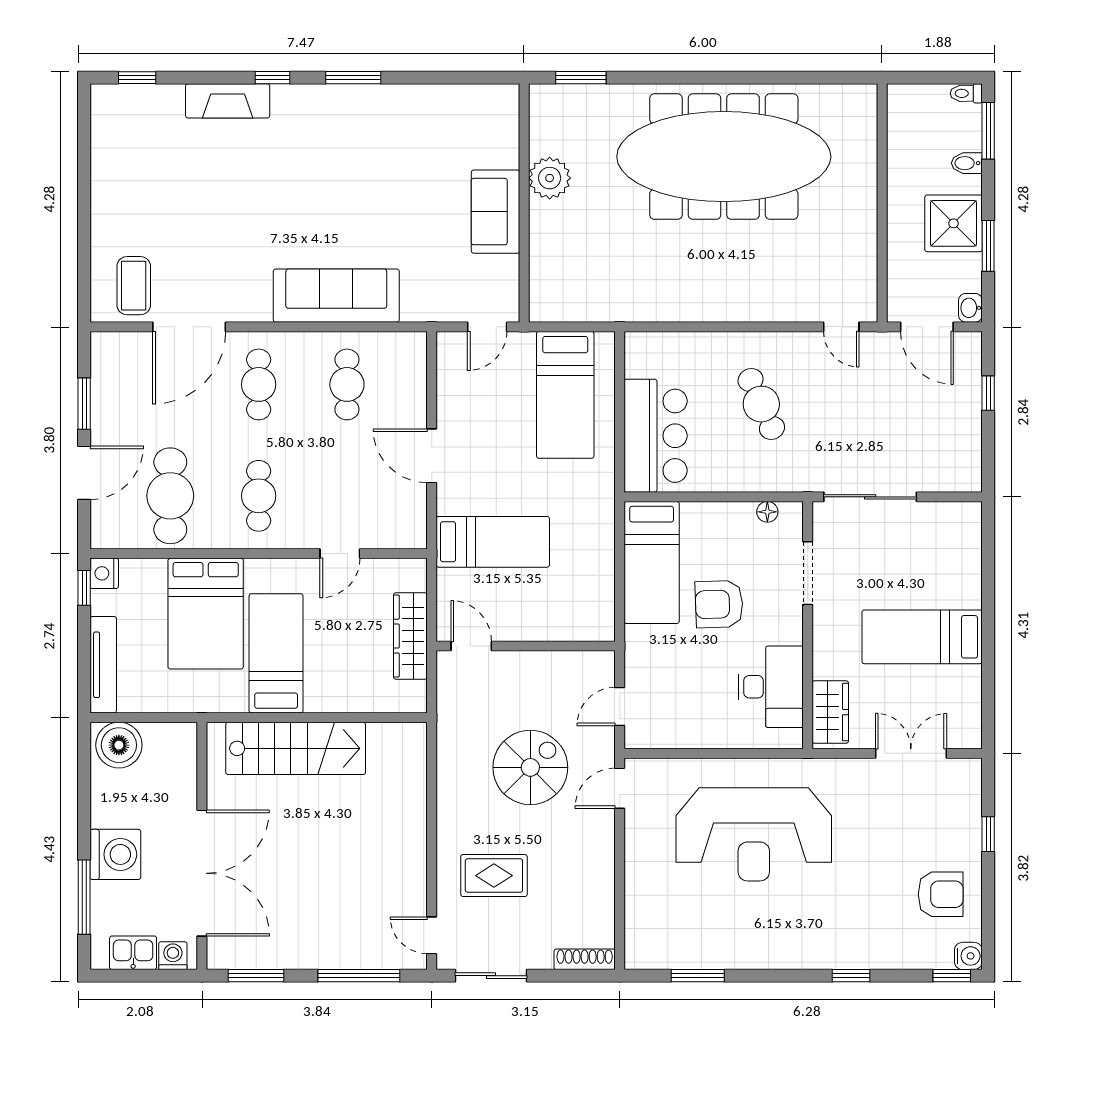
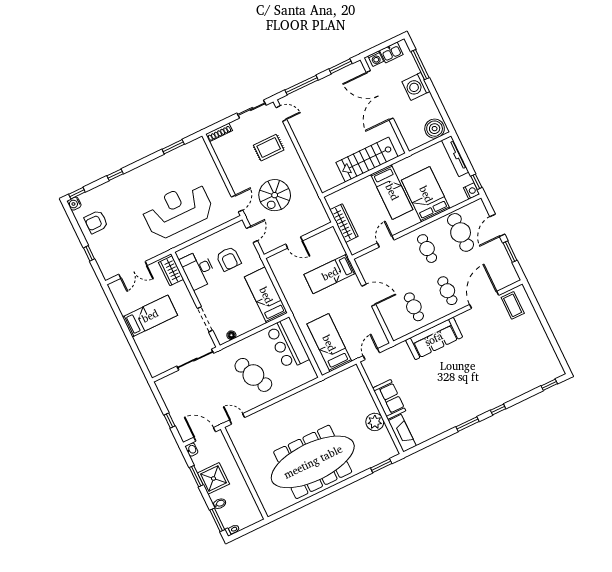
fireplace: (228, 101) -> (402, 433), moved, turned 90
cafe table: (761, 404) -> (253, 375), width x1.37, depth x1.35
armchair: (719, 604) -> (229, 259), moved, turned 92
door: (471, 646) -> (294, 242), moved

